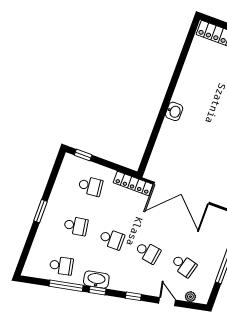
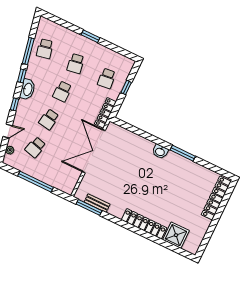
window: (173, 83) -> (183, 153), added
window: (83, 155) -> (126, 87), moved
washbasin: (96, 280) -> (27, 89), moved

